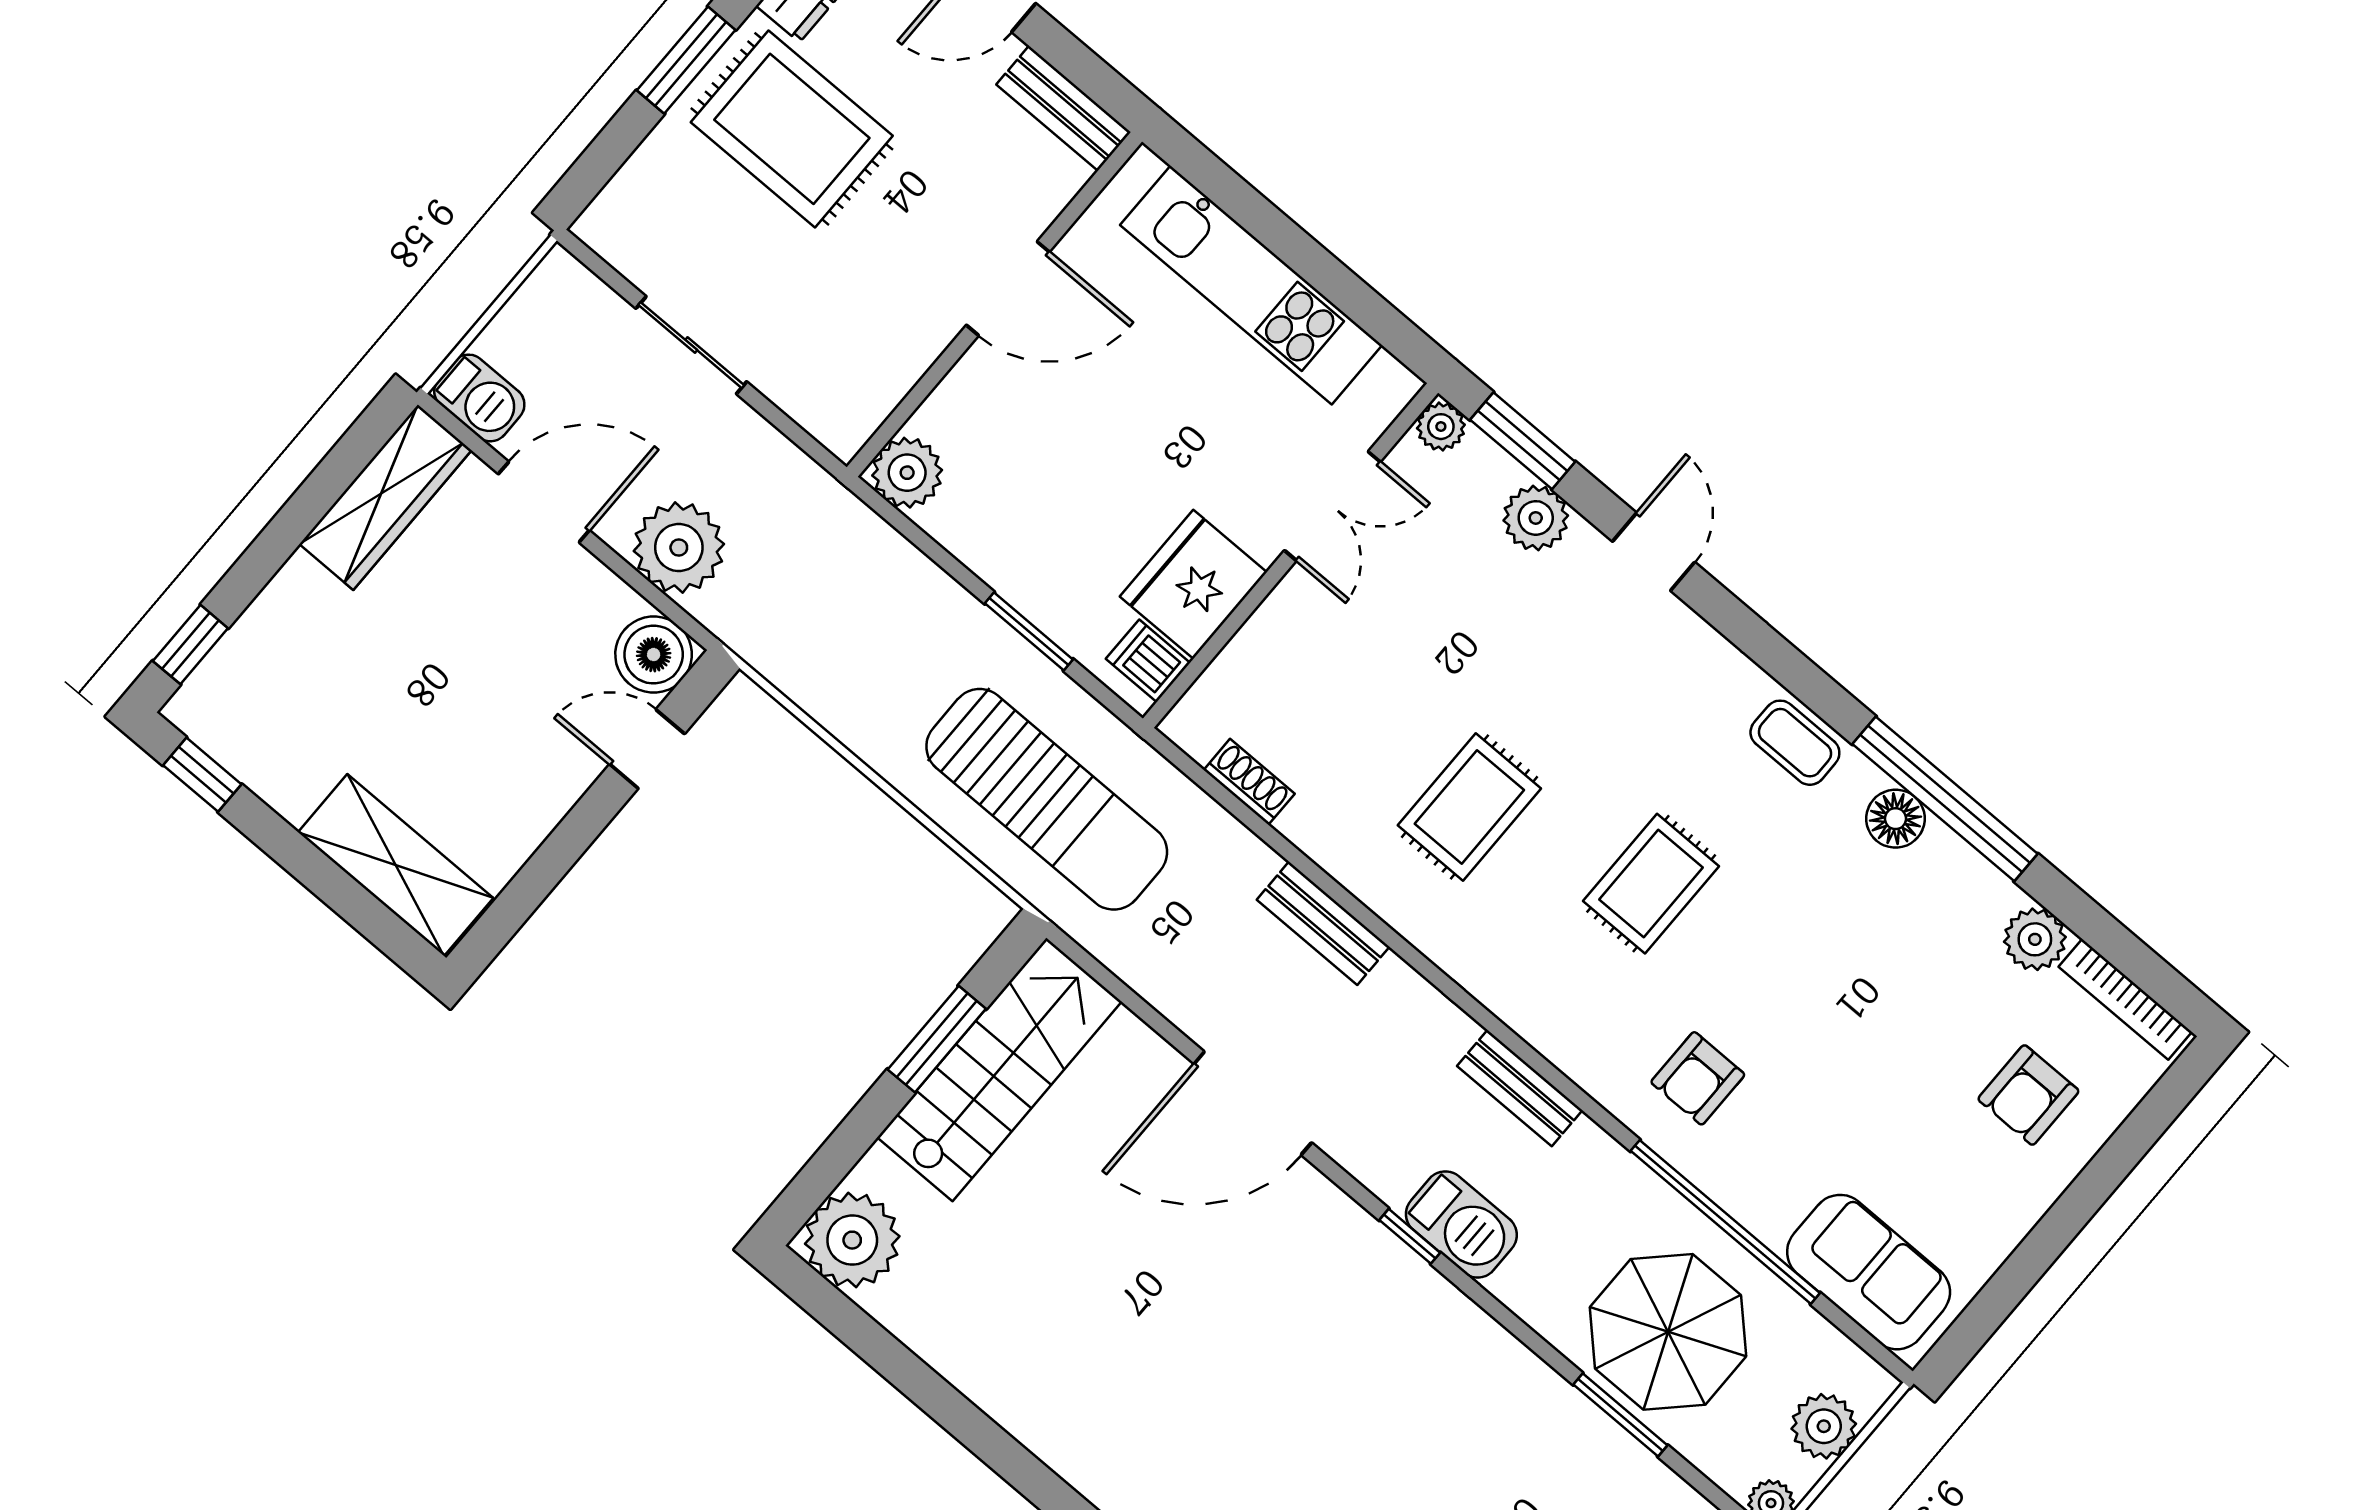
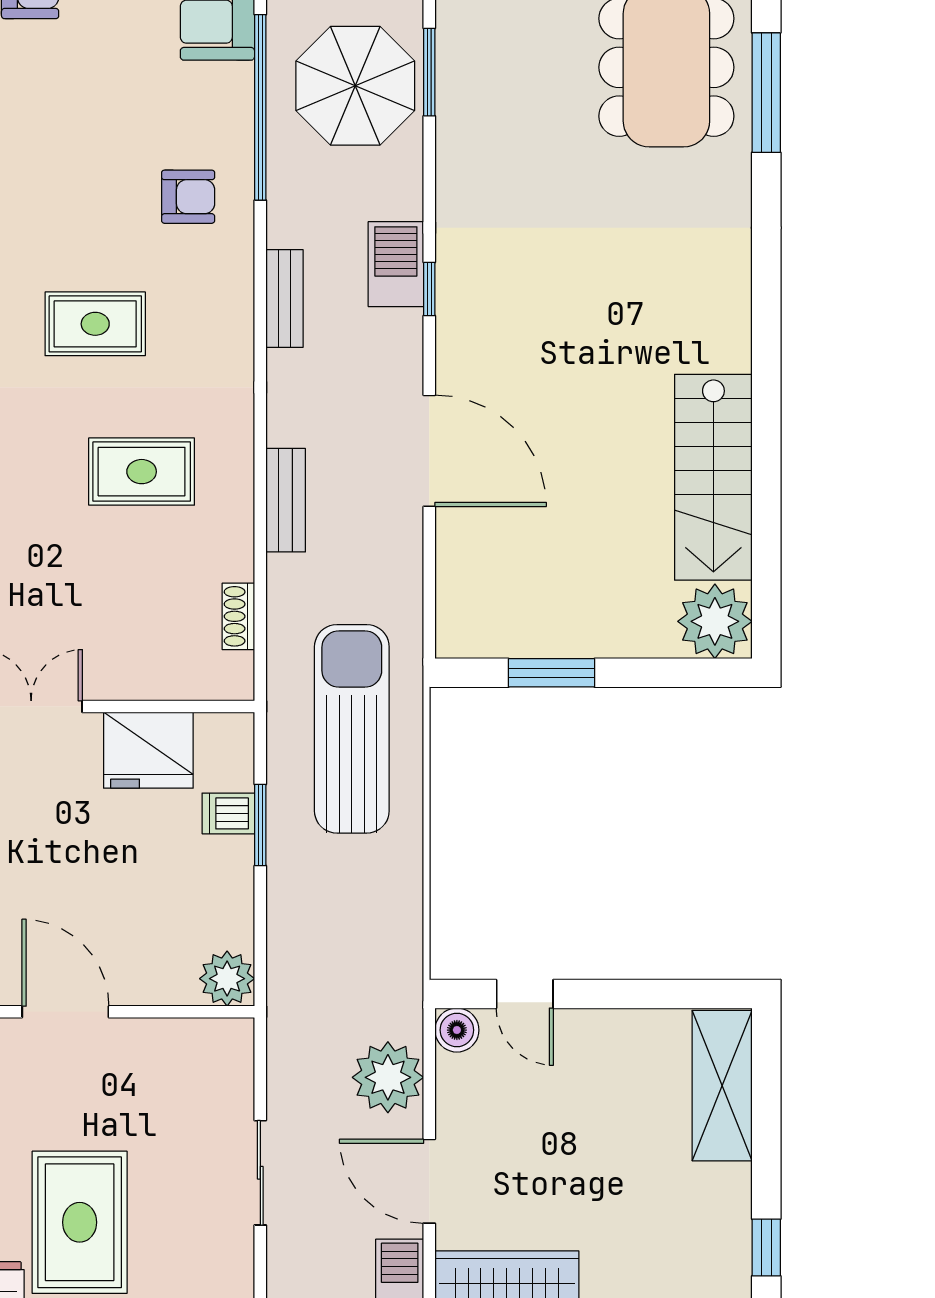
boiler: (654, 655) -> (457, 1030), width x0.73, depth x0.73
dishwasher: (1148, 661) -> (228, 813), moved, turned 90
stairs: (999, 1069) -> (713, 477), moved, turned -90

